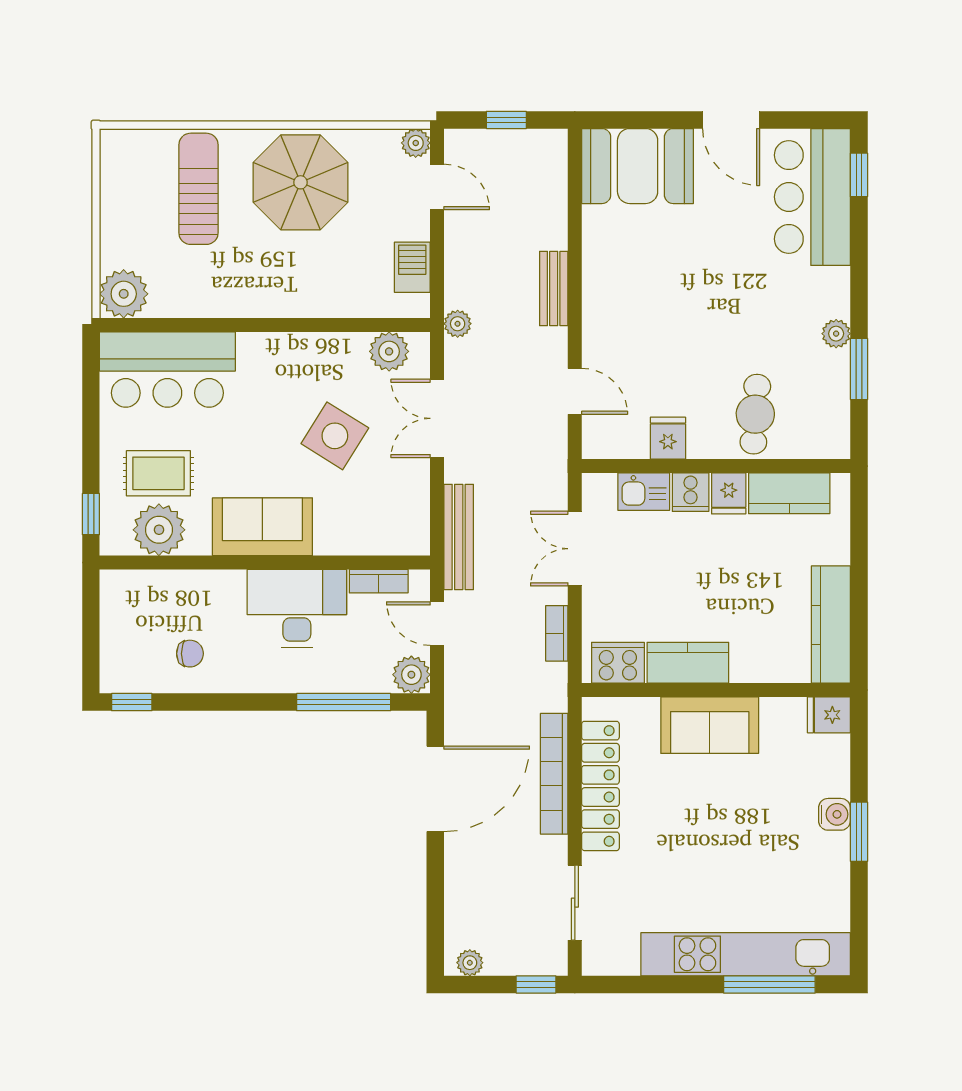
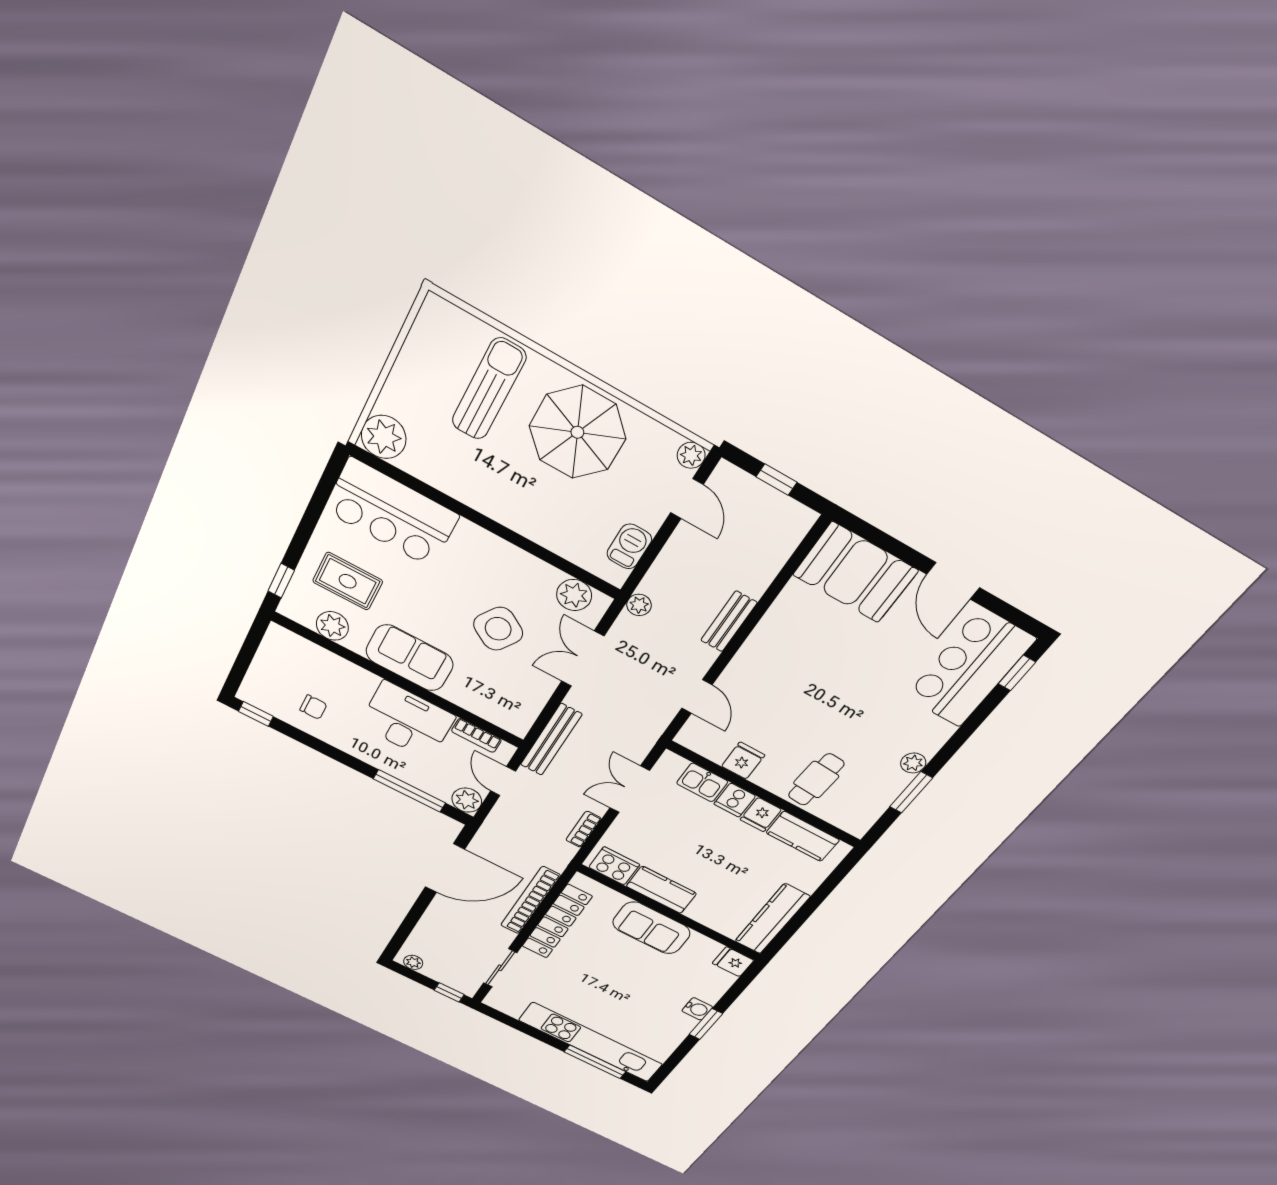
plant: (159, 530) -> (332, 626), width x0.73, depth x0.73

